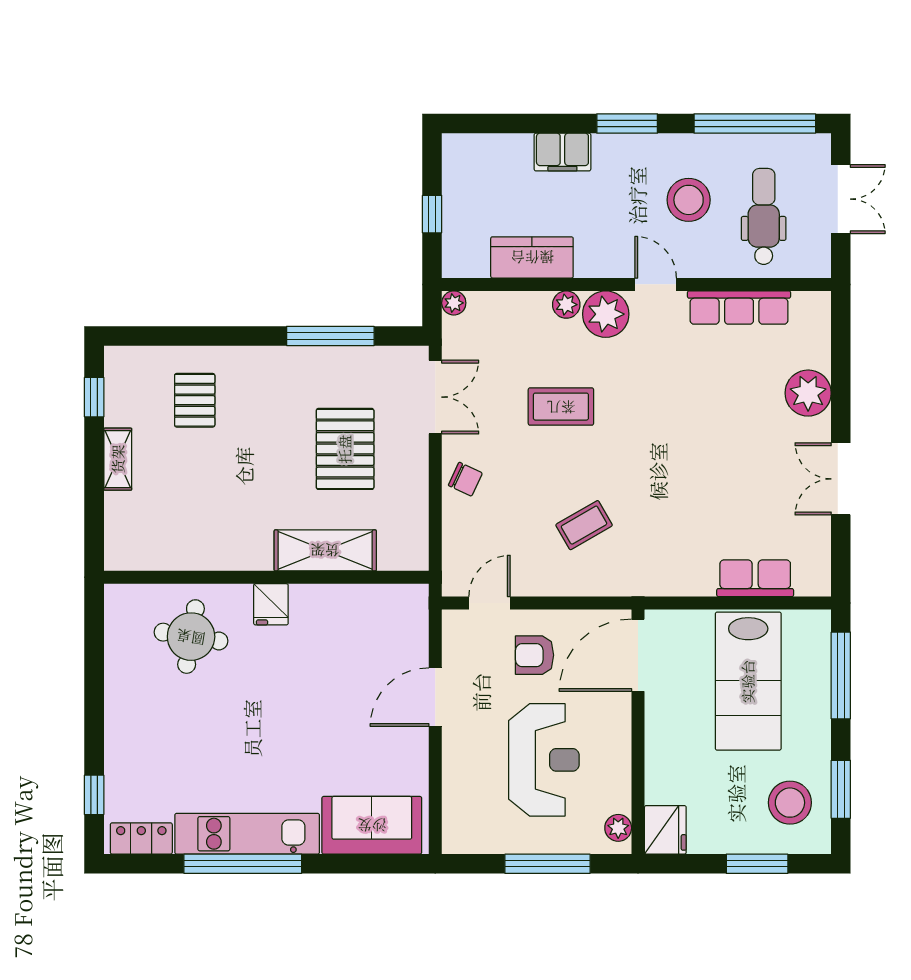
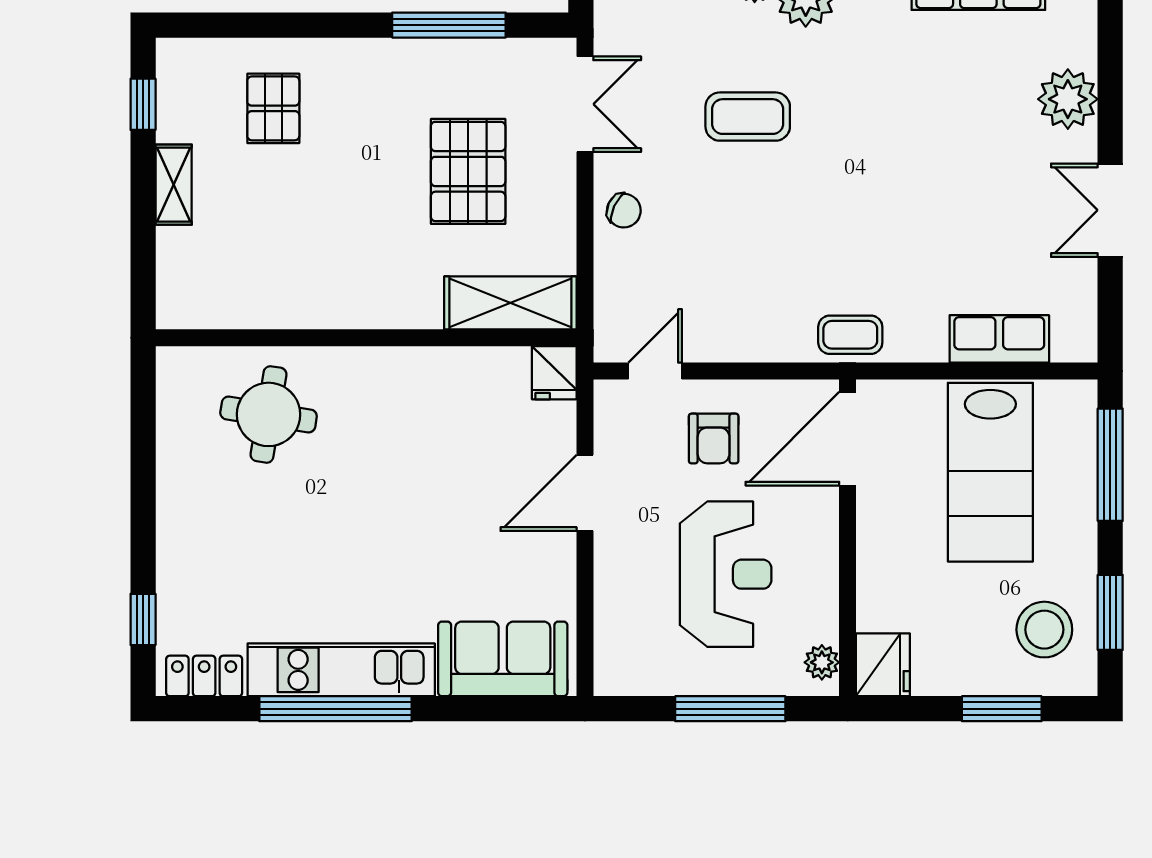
coffee table: (584, 525) -> (850, 335), moved, turned 30
shelving: (325, 550) -> (510, 303), moved
fridge: (271, 604) -> (554, 373), moved
armchair: (535, 655) -> (714, 438), turned -90

